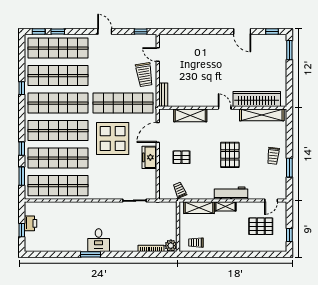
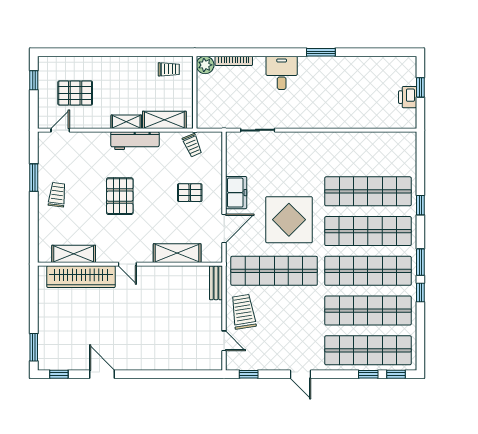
shelving: (262, 115) -> (74, 254), width x0.68
window: (22, 176) -> (420, 262), moved
shop shelf: (58, 186) -> (368, 152), removed
workbench: (231, 193) -> (135, 141), moved
desk: (99, 240) -> (282, 73), moved

